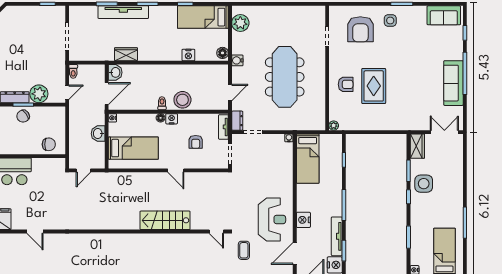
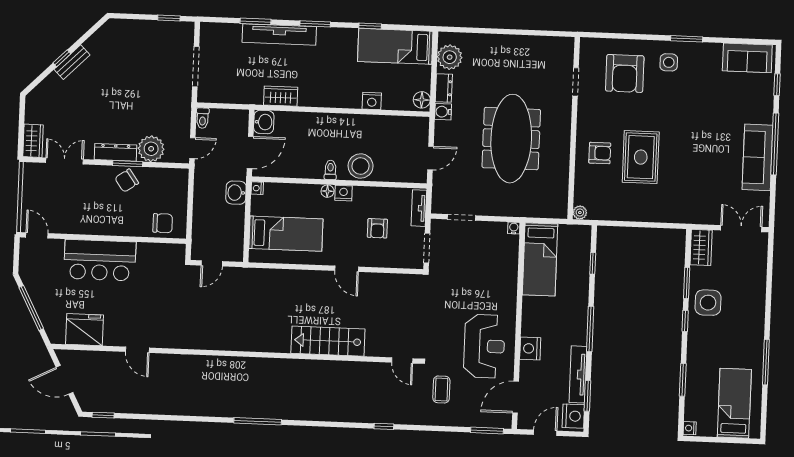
dresser: (237, 121) -> (444, 88), moved
washbasin: (98, 134) -> (236, 193), moved

